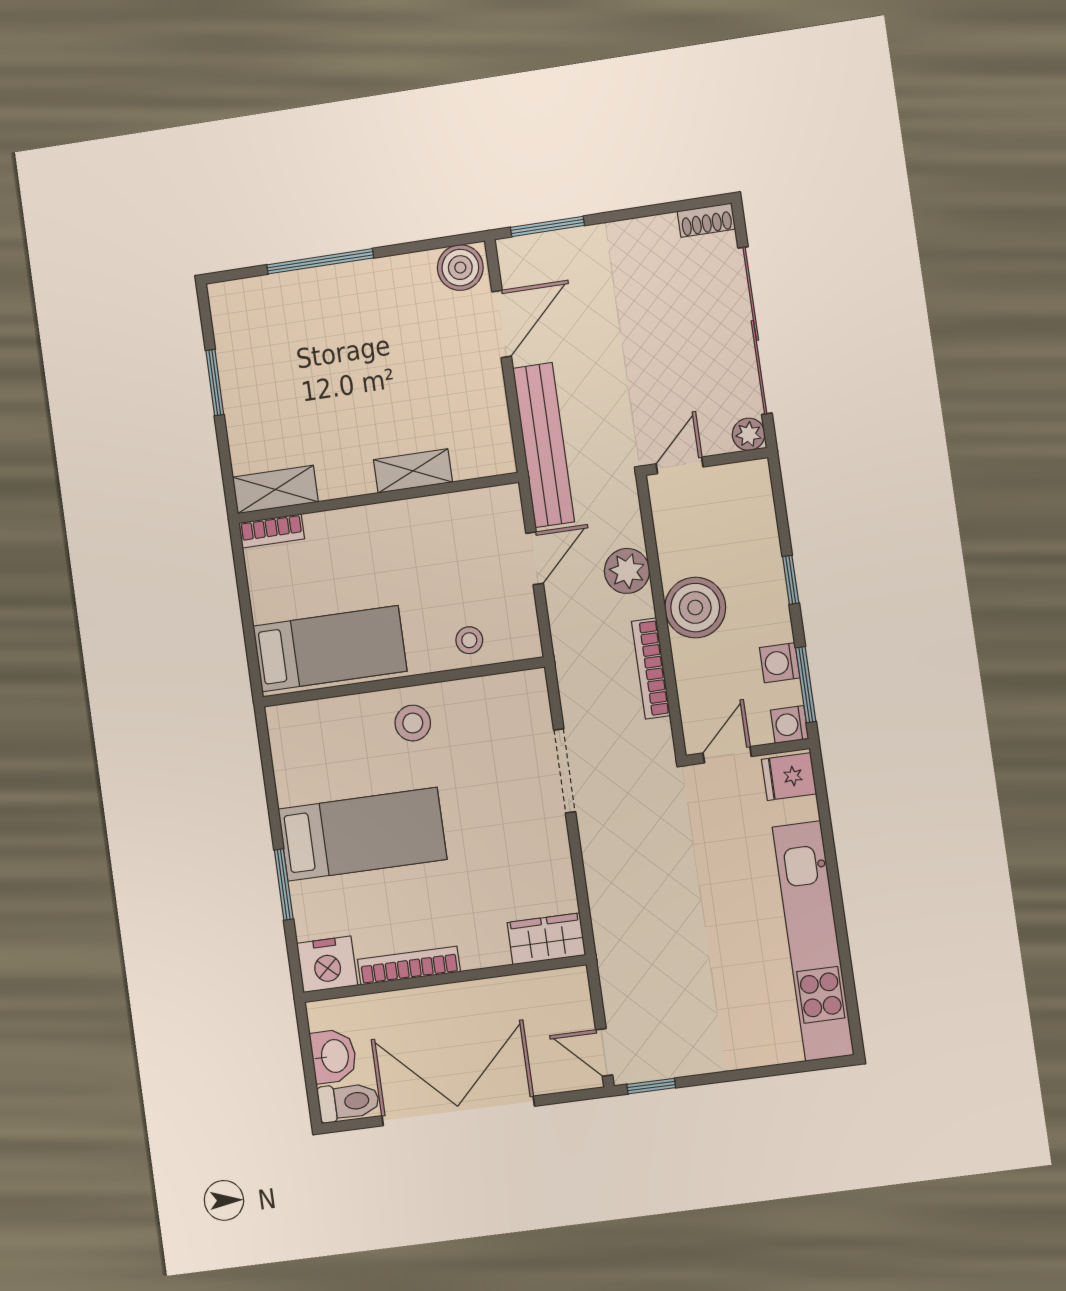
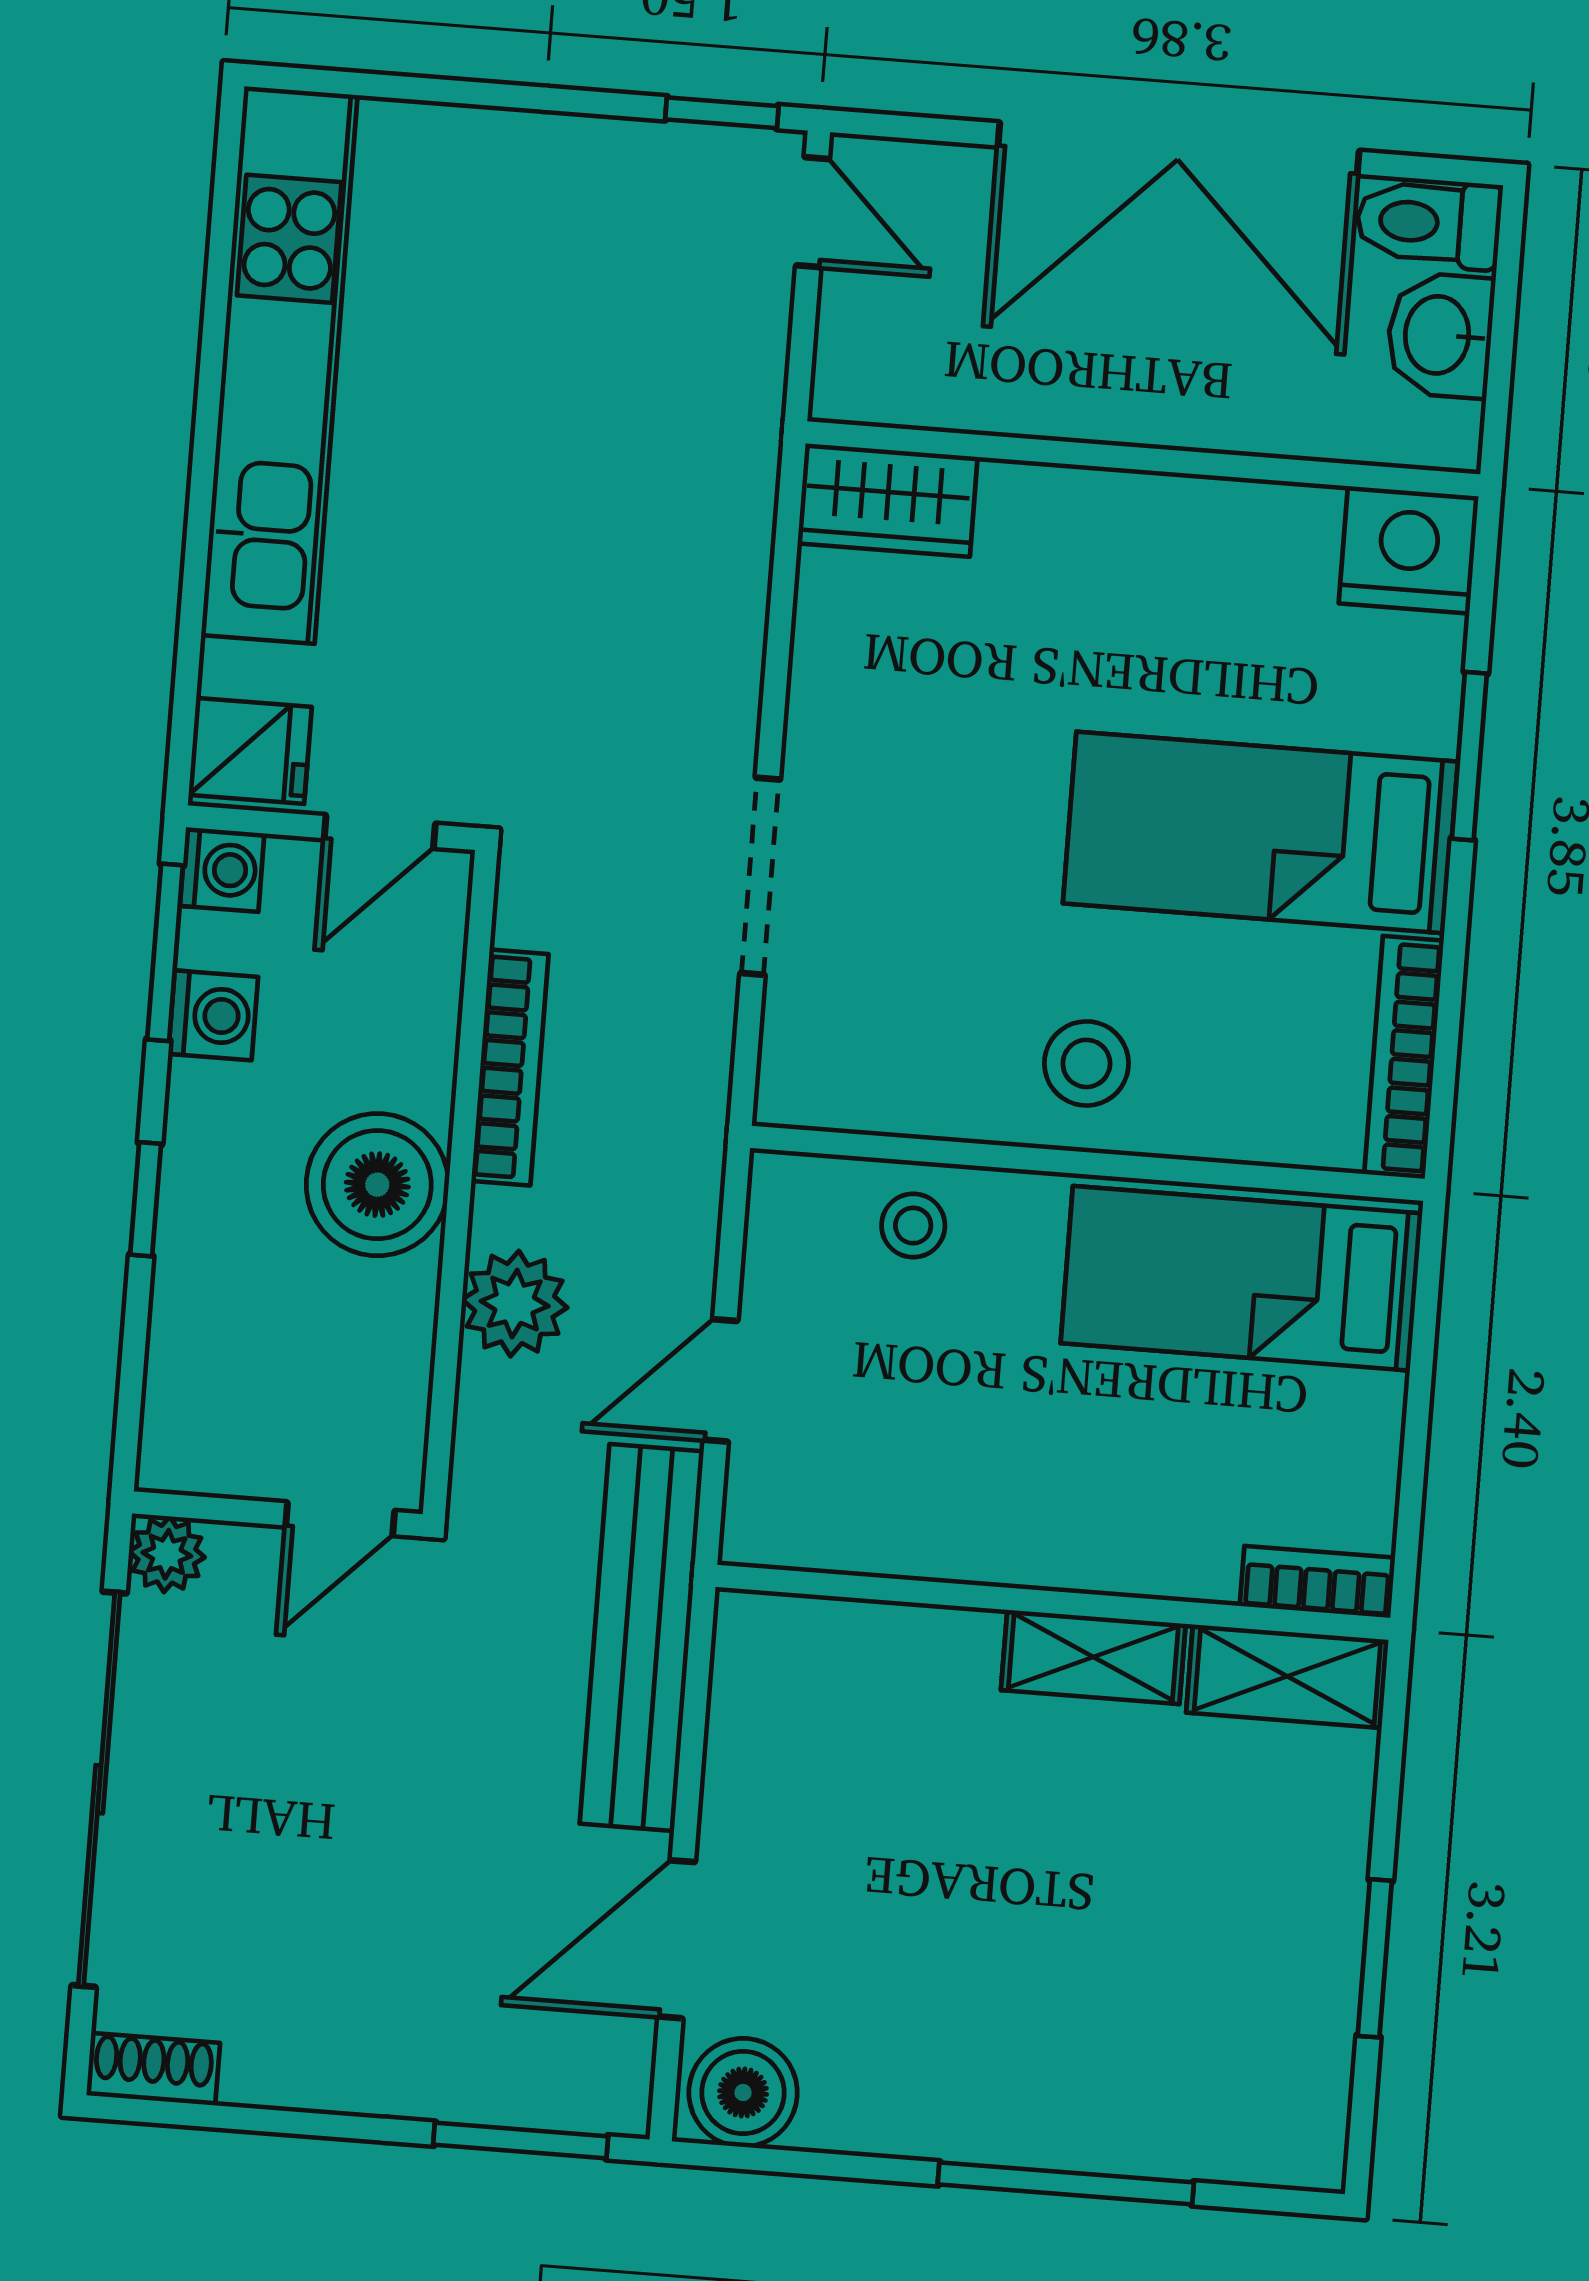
shelving: (413, 471) -> (1093, 1657), moved
bookcase: (409, 966) -> (1404, 1057), moved, turned 90

